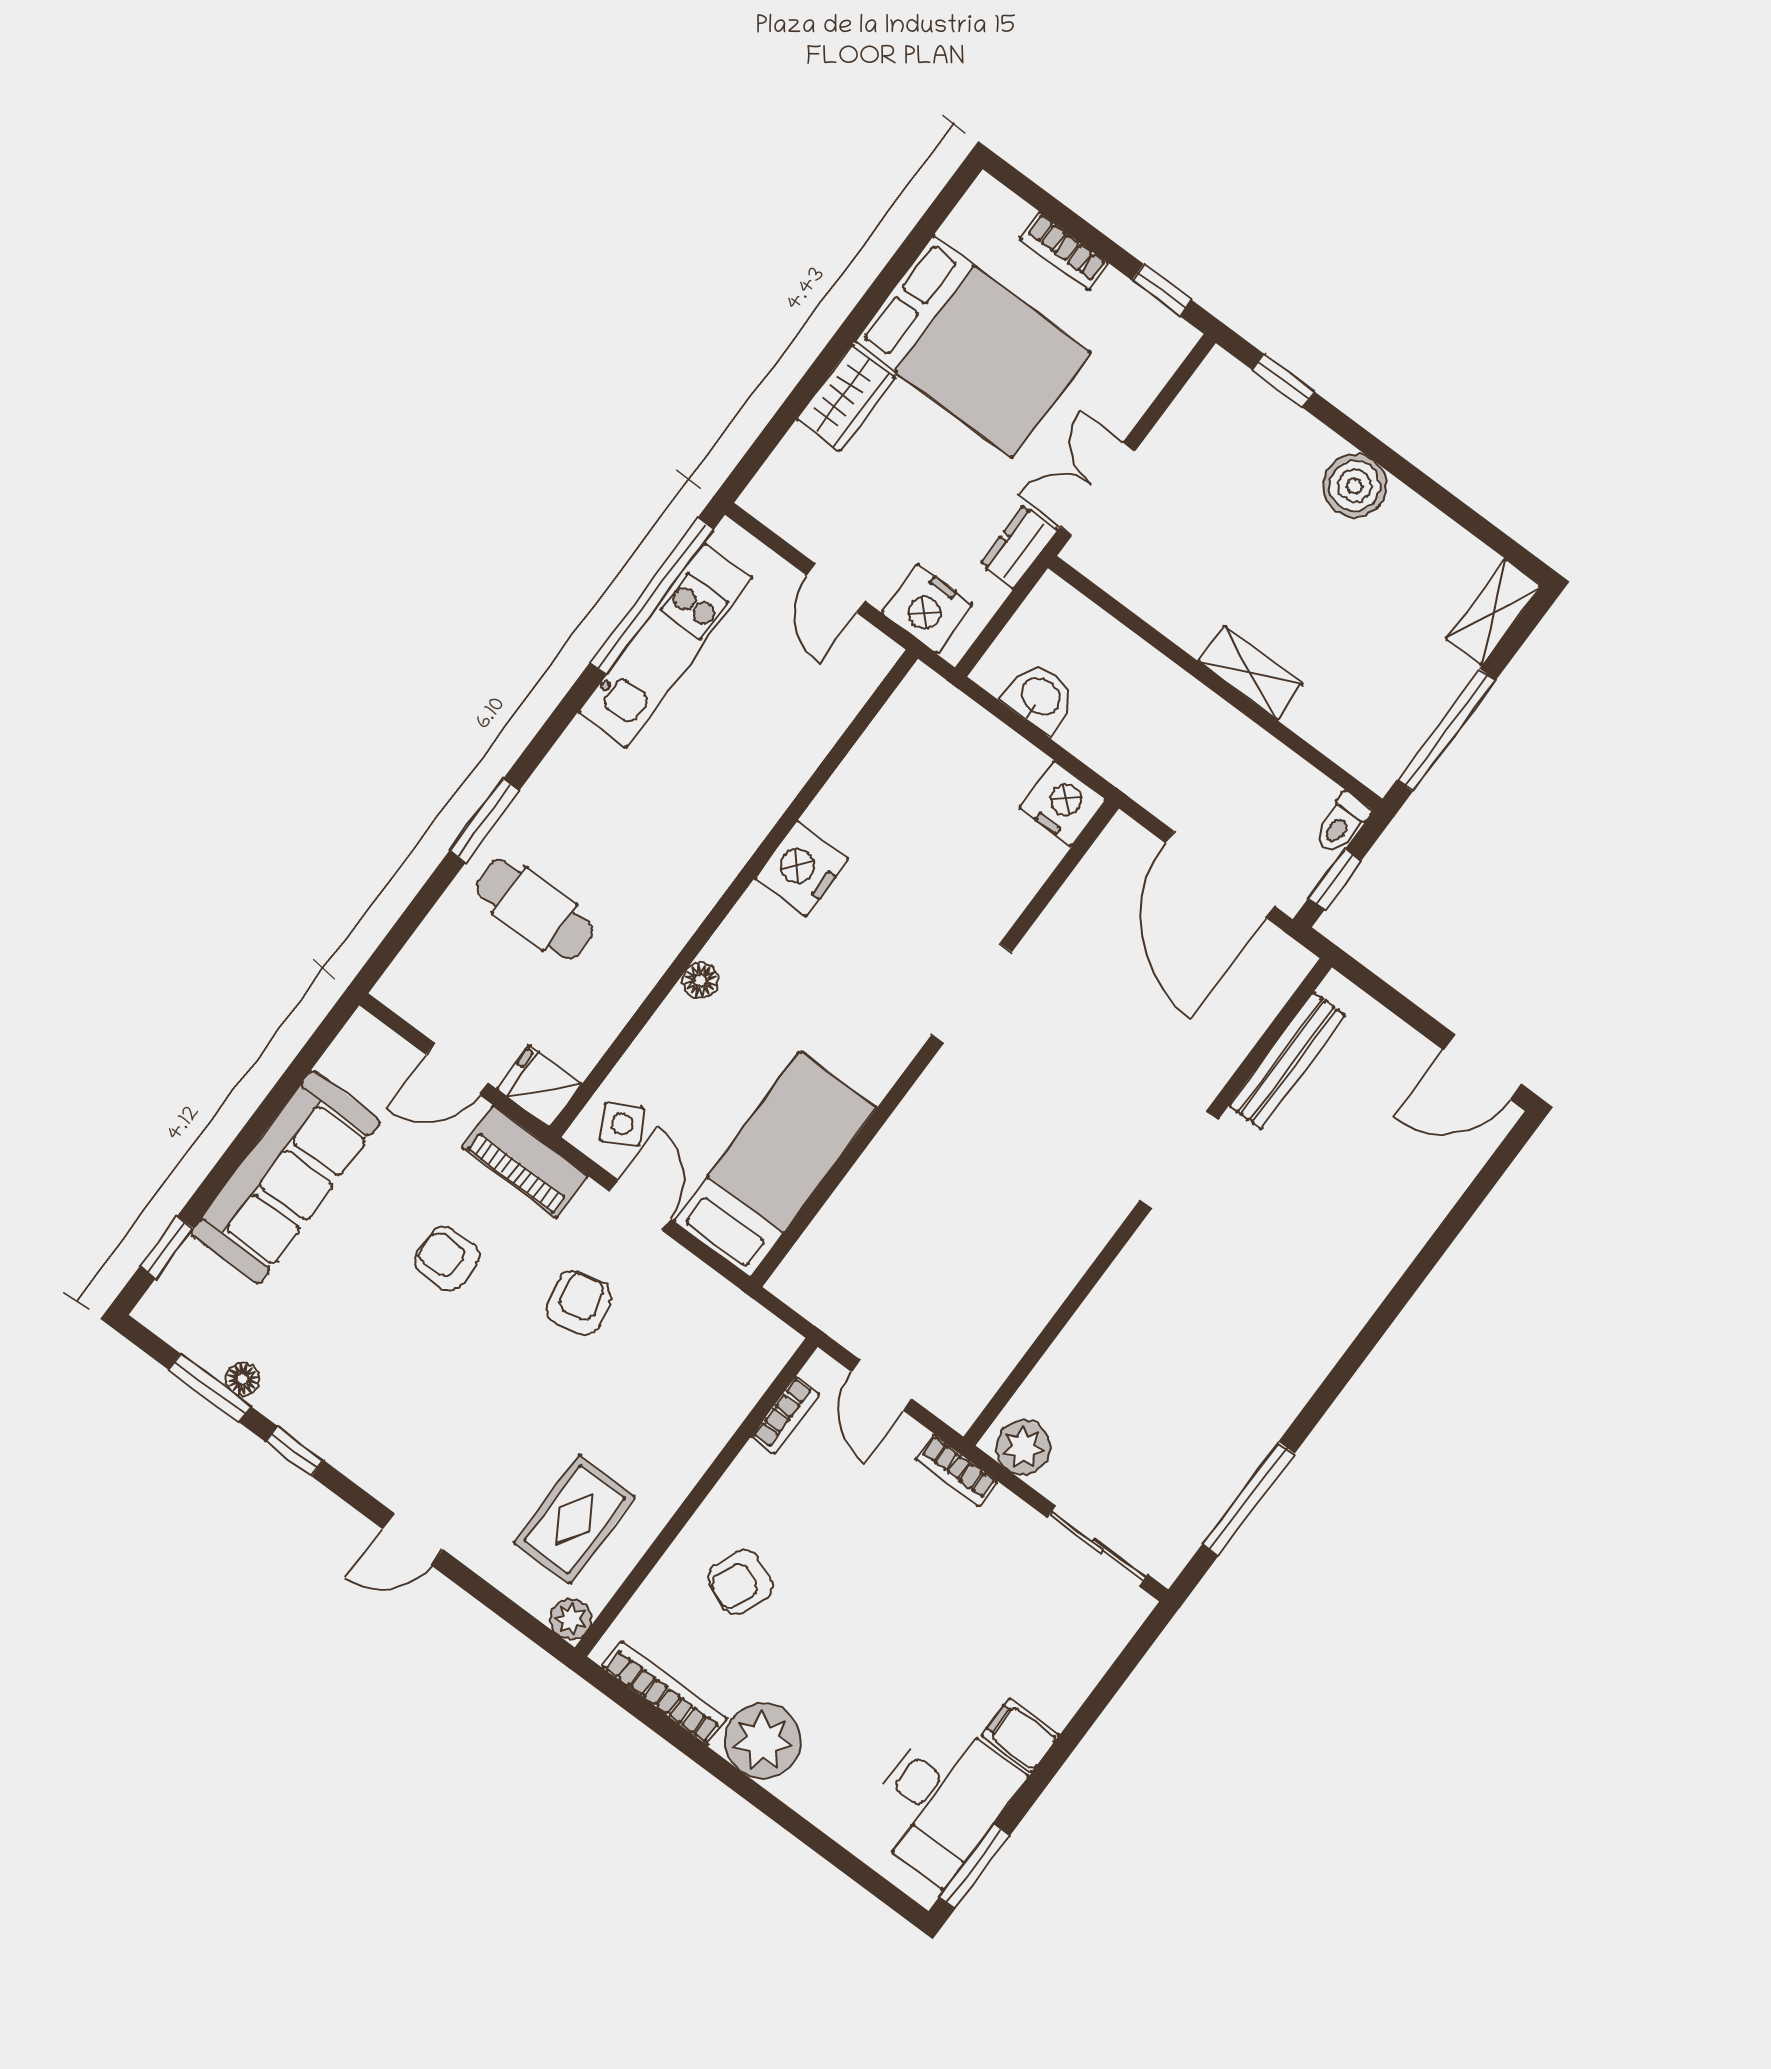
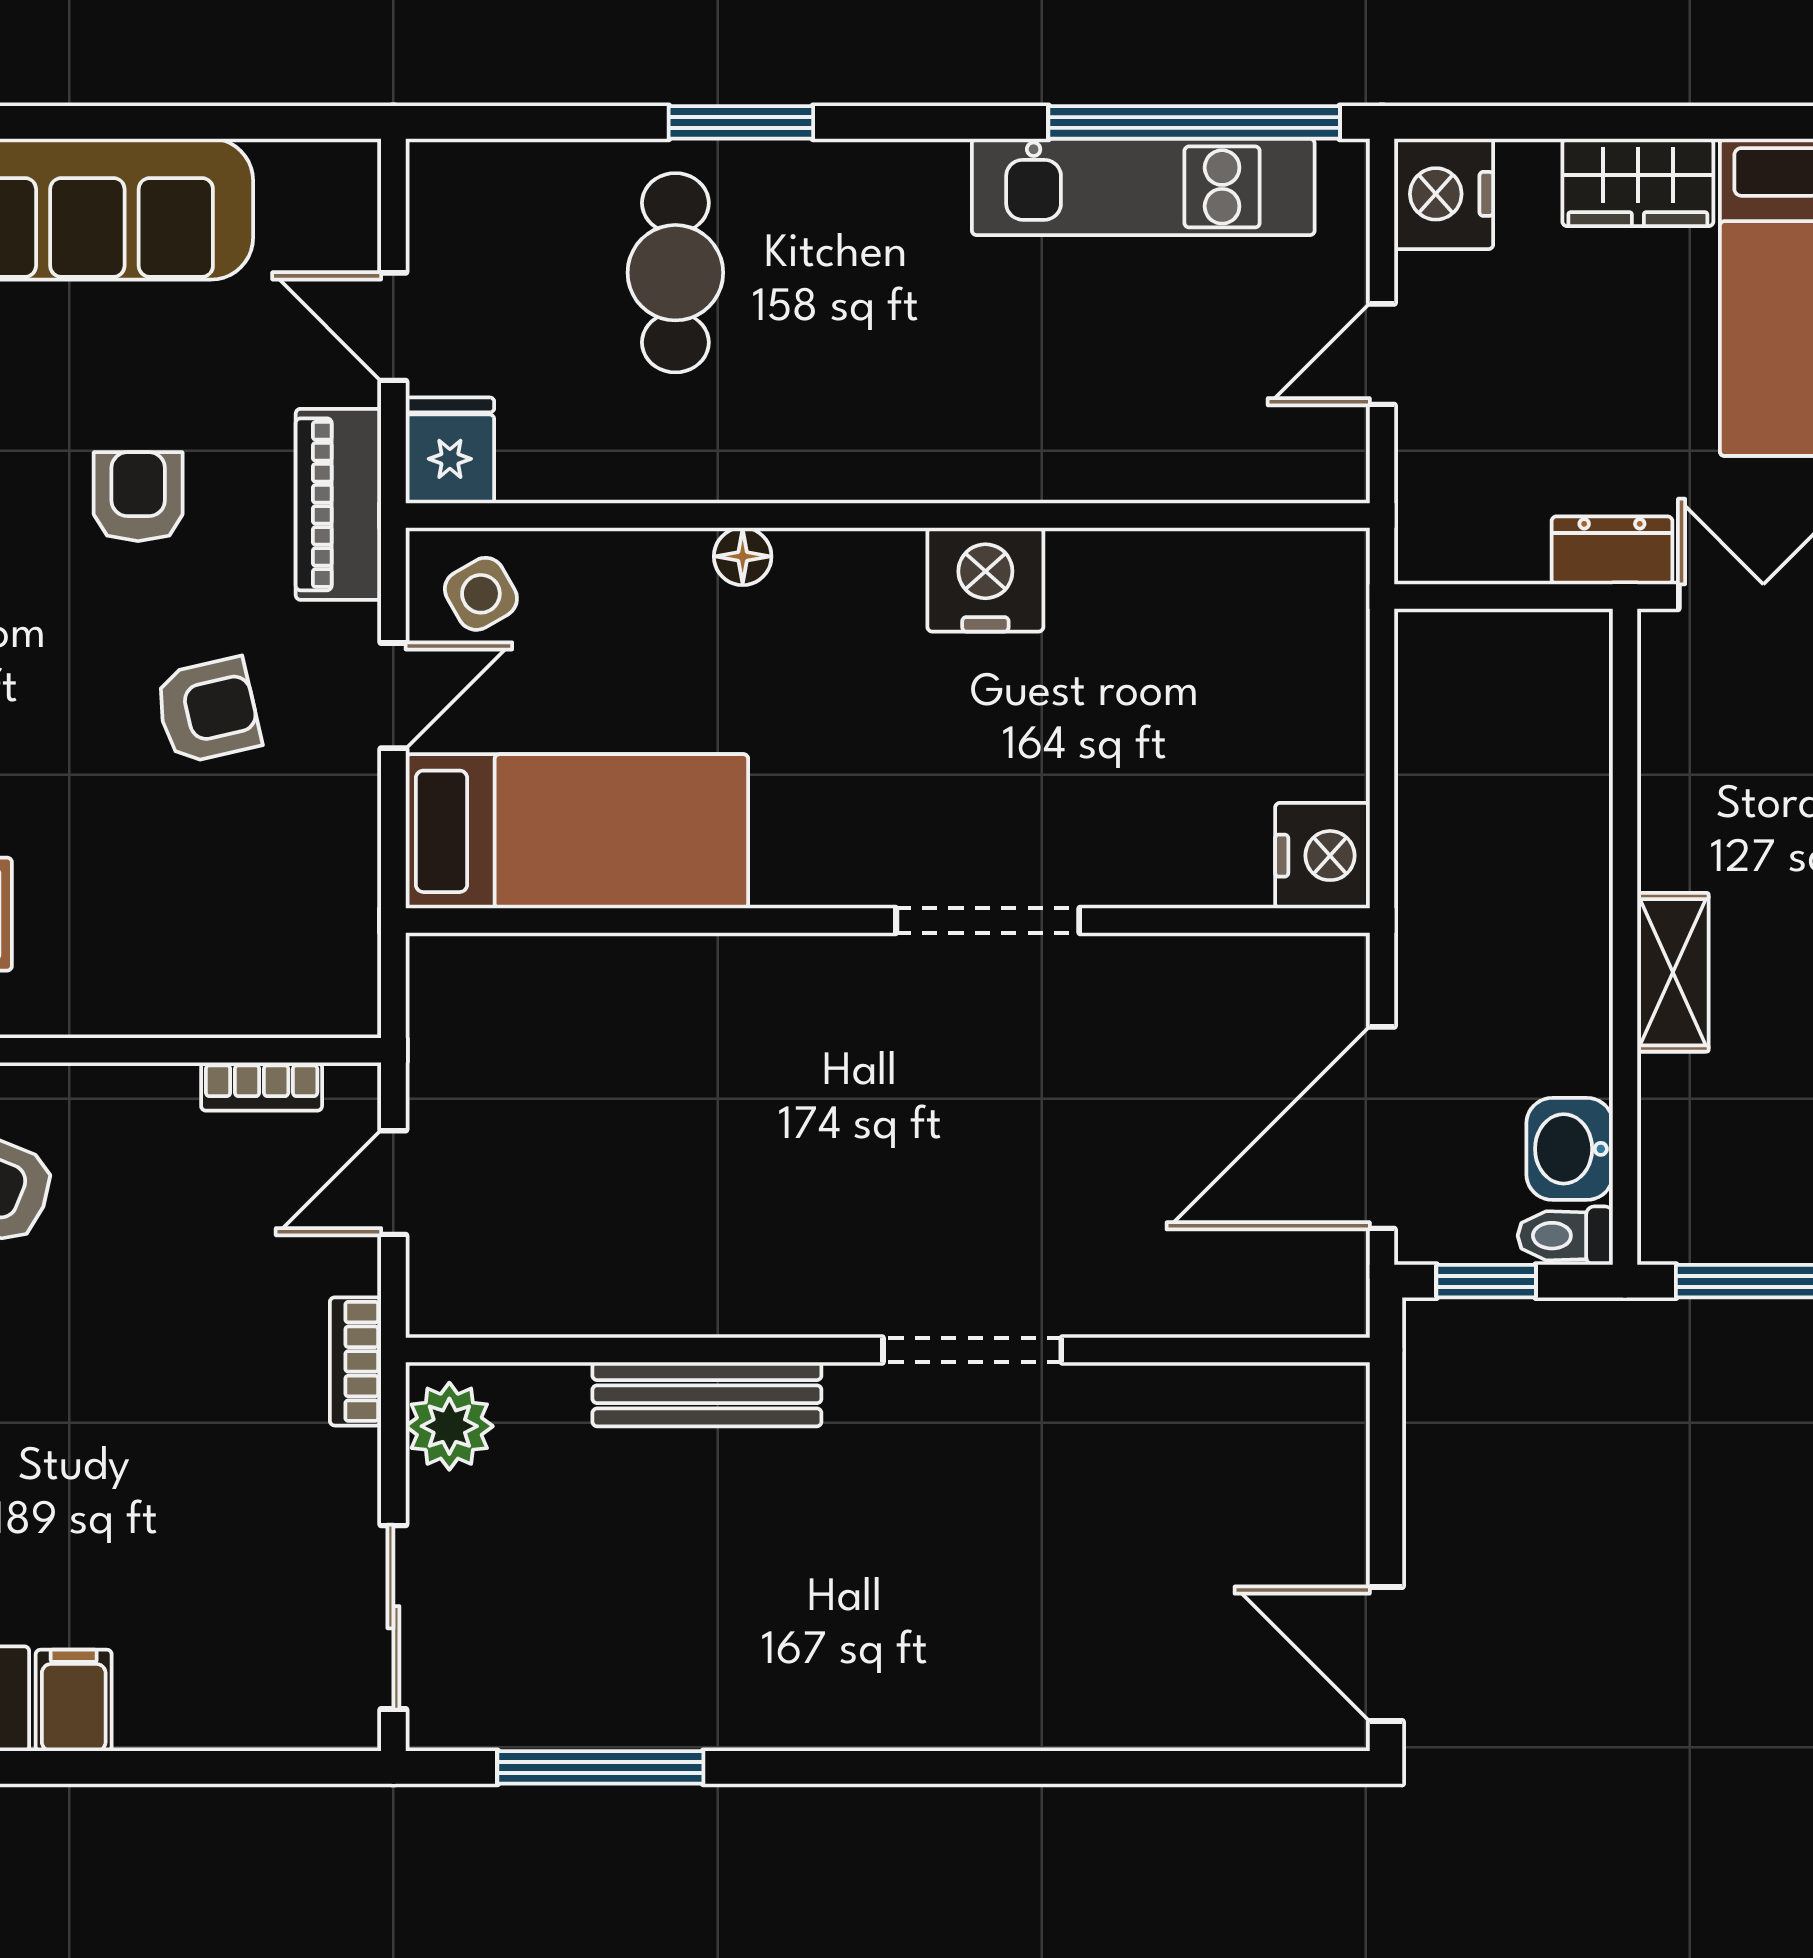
nightstand: (927, 609) -> (1444, 194), moved
washbasin: (1040, 698) -> (1570, 1149), moved, turned 180
bench: (1287, 1060) -> (707, 1394), moved

